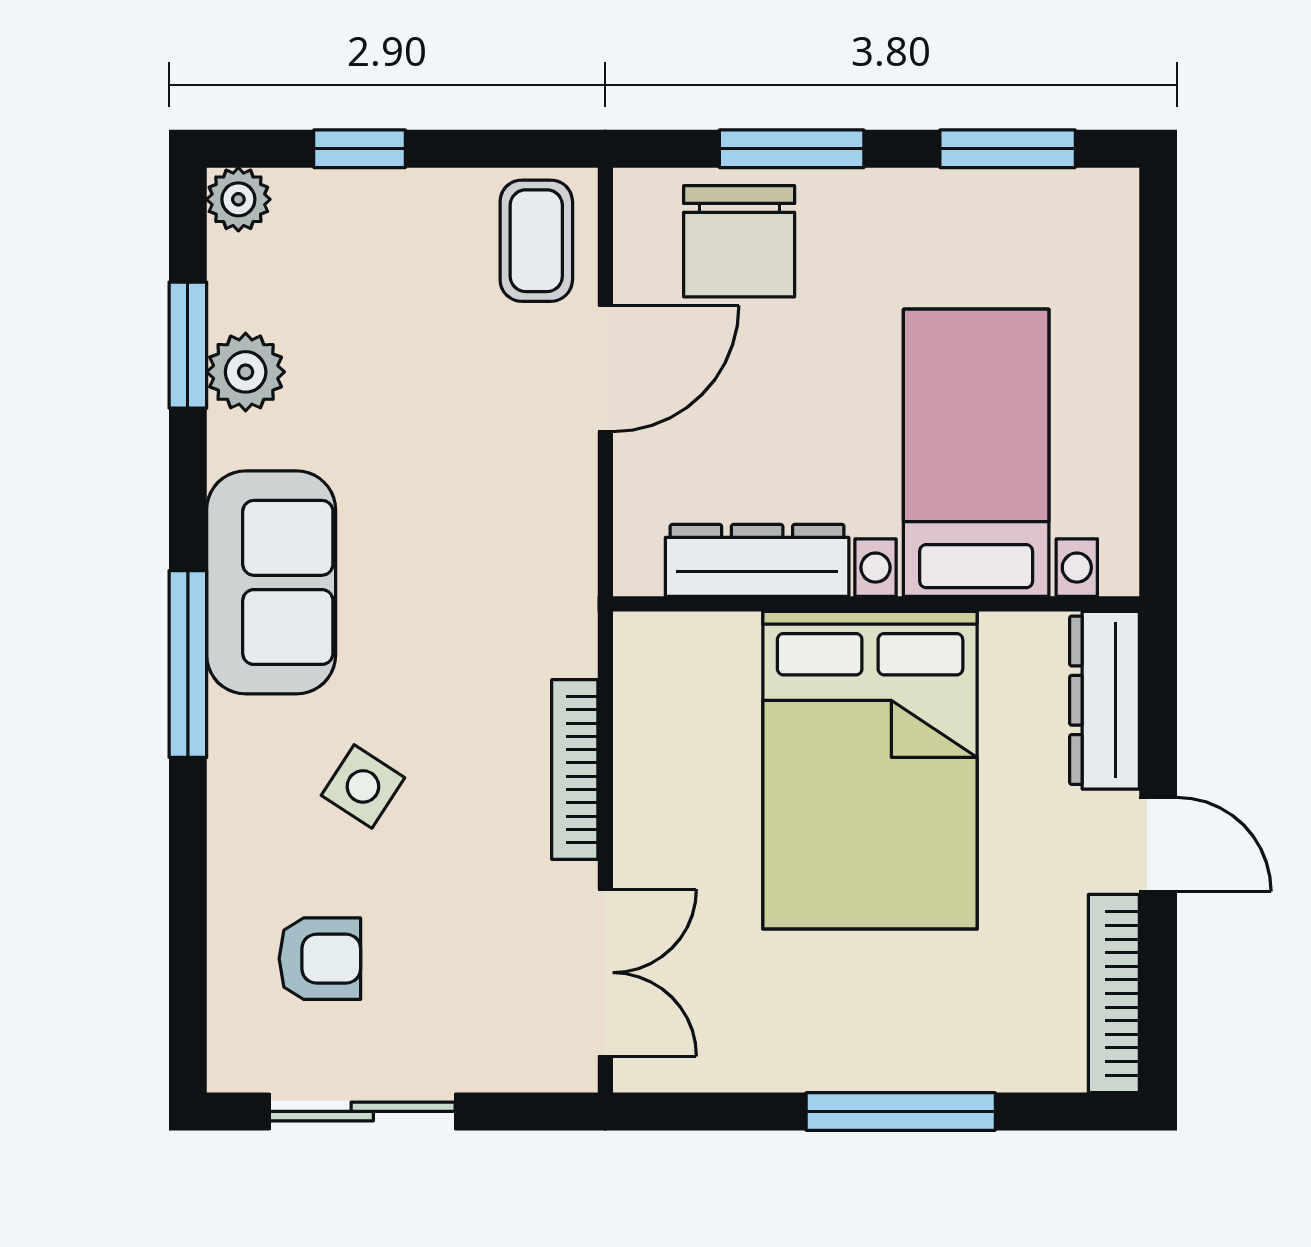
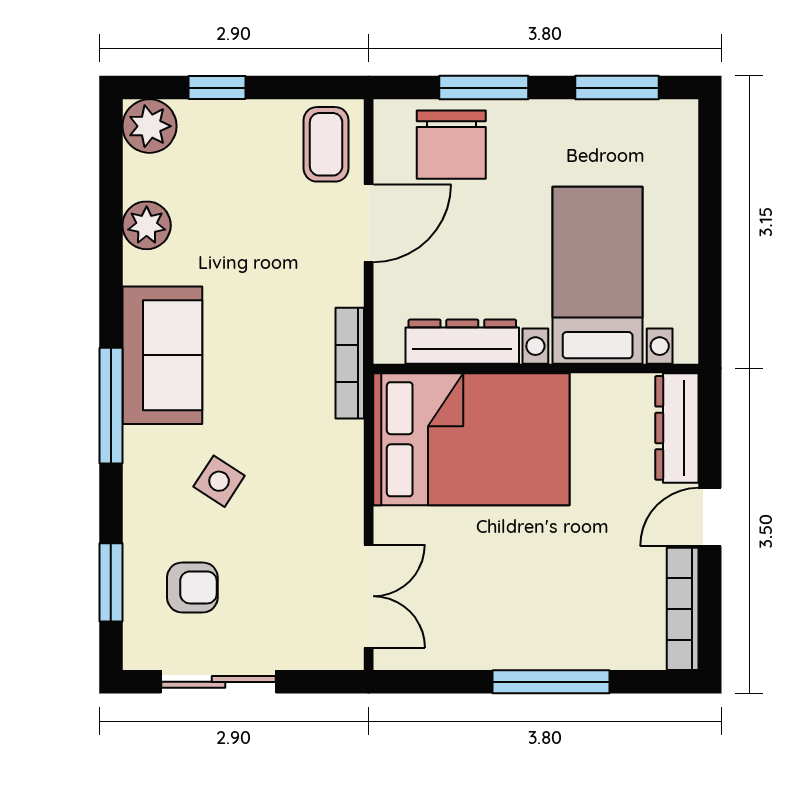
plant: (238, 199) -> (149, 126), width x1.38, depth x1.38
window: (188, 345) -> (111, 582), moved
bookcase: (575, 770) -> (350, 363), moved
bed: (870, 770) -> (471, 439), moved, turned -90
door: (1158, 844) -> (710, 517), swing flipped

